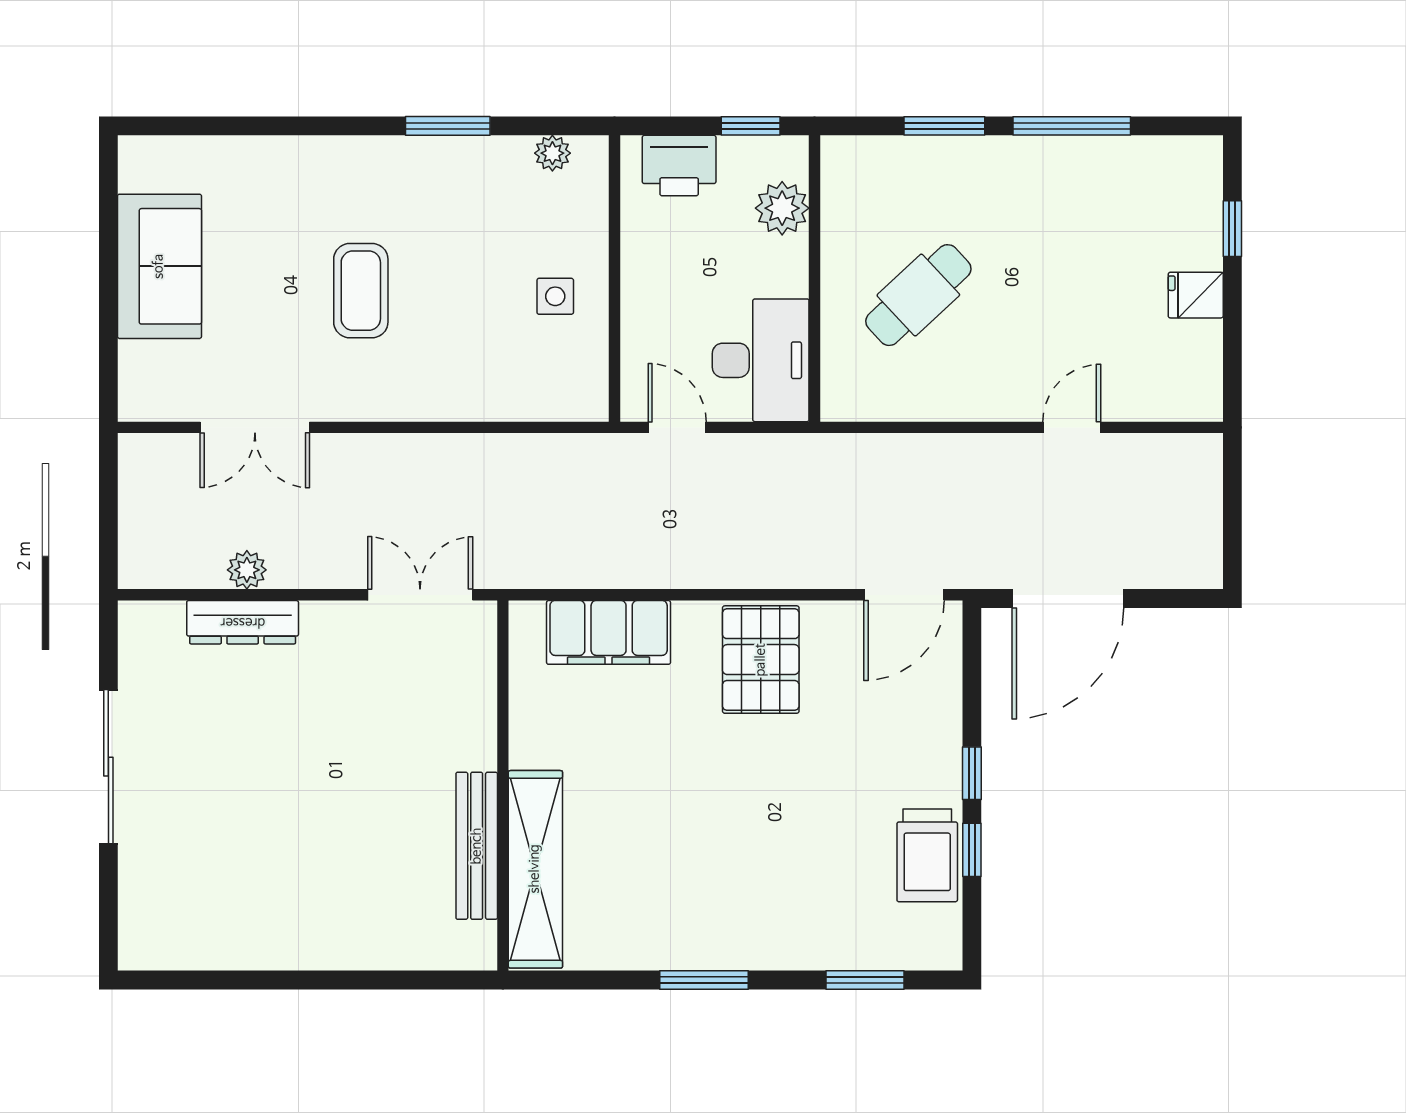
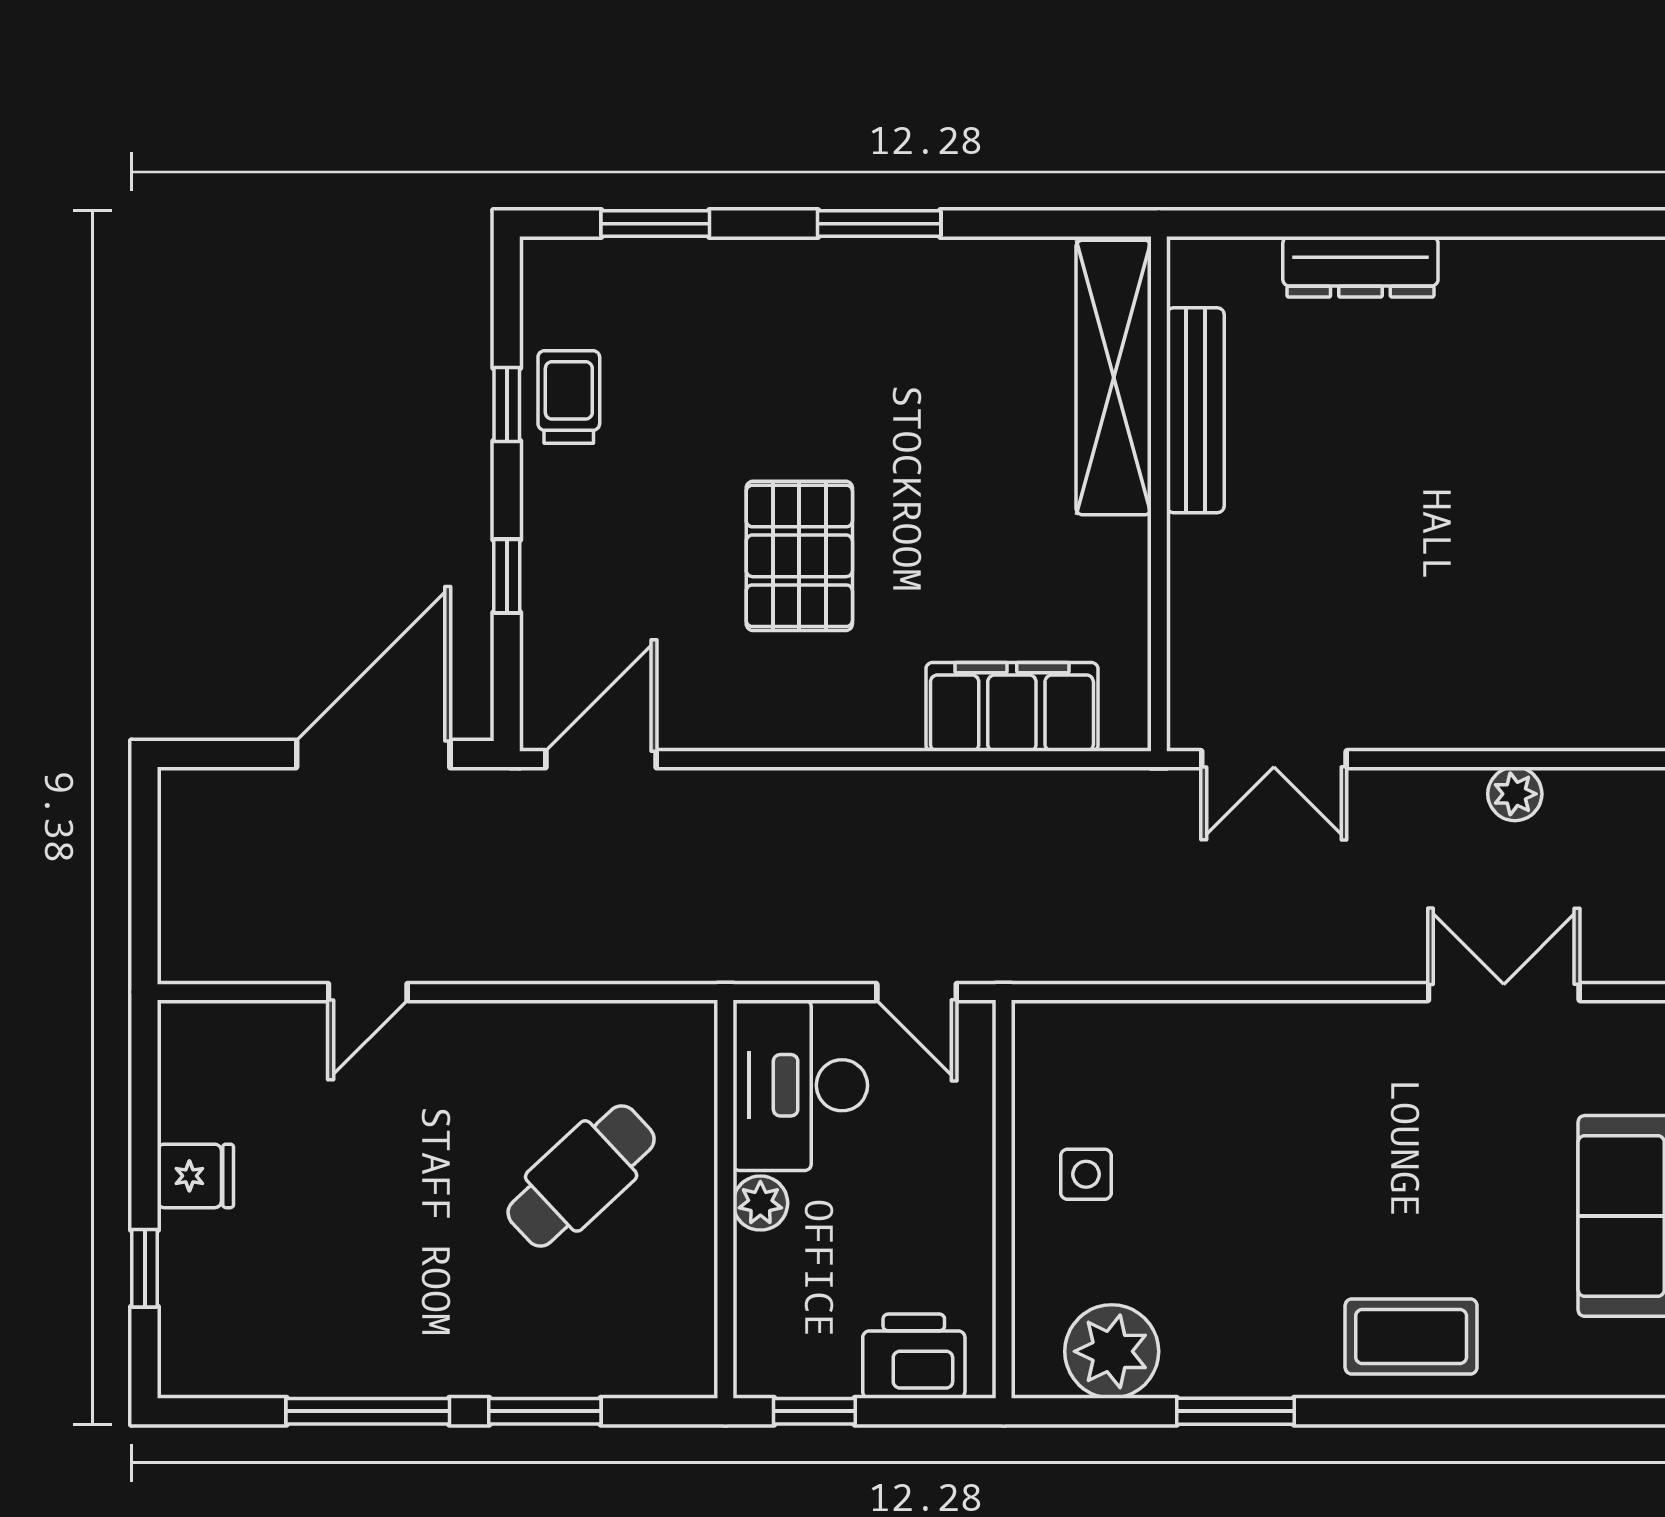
plant: (552, 153) -> (1112, 1351), width x1.88, depth x1.88
plant: (782, 208) -> (760, 1203), moved, width x0.73, depth x0.73
coffee table: (361, 291) -> (1411, 1336), moved, turned 90
dresser: (243, 622) -> (1360, 267), moved, turned 180
pallet: (761, 660) -> (799, 556), moved
window: (972, 773) -> (507, 576), moved
trolley: (927, 855) -> (569, 397), width x0.73, depth x0.72

